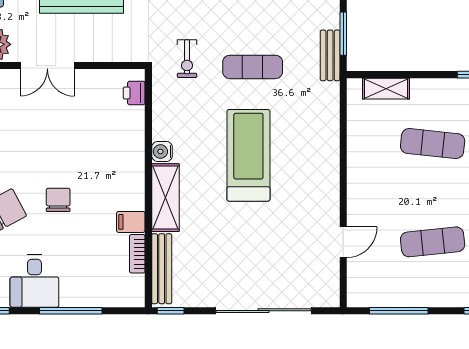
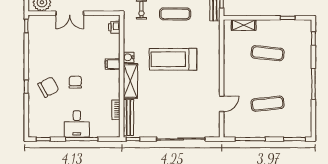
treadmill: (248, 155) -> (173, 59), turned -90
filing cabinet: (131, 222) -> (113, 64), moved
desk: (34, 281) -> (77, 124), moved

